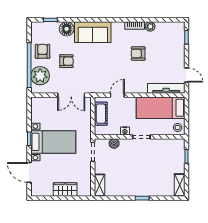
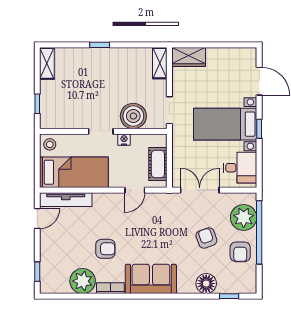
plant: (150, 26) -> (83, 281), width x1.88, depth x1.88
sofa: (93, 32) -> (151, 279), moved
armchair: (66, 61) -> (206, 238), turned 70
door: (186, 75) -> (37, 218), swing flipped
desk: (43, 111) -> (240, 168), added
boiler: (114, 143) -> (133, 116), width x1.86, depth x1.86
wardrobe: (65, 190) -> (189, 57), moved

